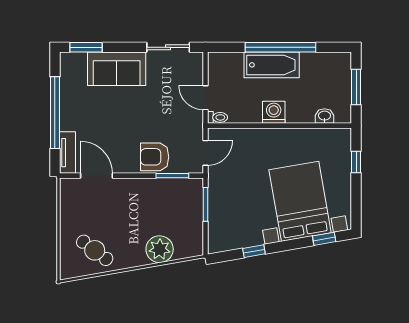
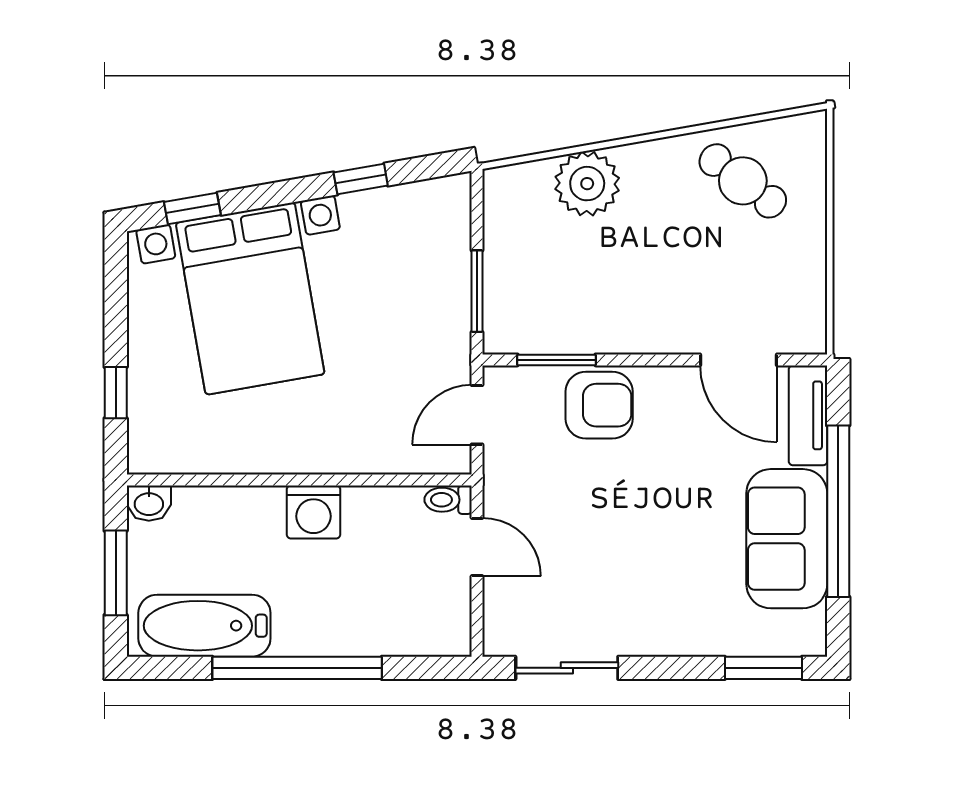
bathtub: (272, 65) -> (204, 626), moved
sofa: (117, 69) -> (787, 539), moved, turned -90
washbasin: (324, 116) -> (149, 503), moved

